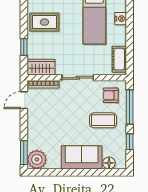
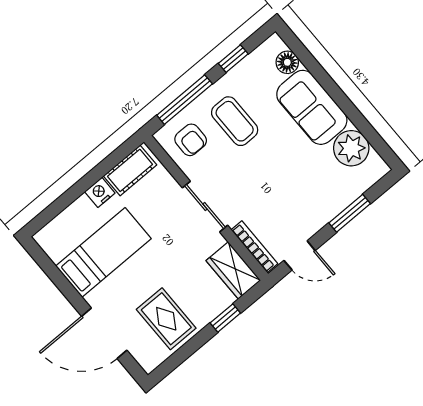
nightstand: (121, 19) -> (100, 192), moved
window: (24, 153) -> (350, 213), moved
plant: (37, 159) -> (351, 148), moved

